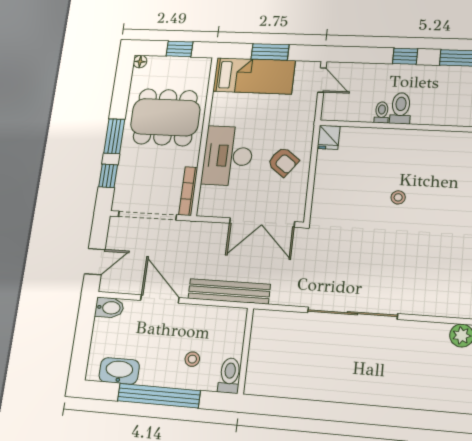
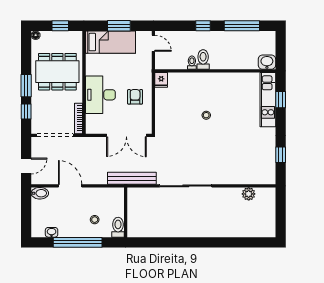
armchair: (283, 162) -> (135, 97), turned -127
bench: (229, 291) -> (132, 178), moved
washbasin: (119, 371) -> (52, 232), width x0.52, depth x0.69

